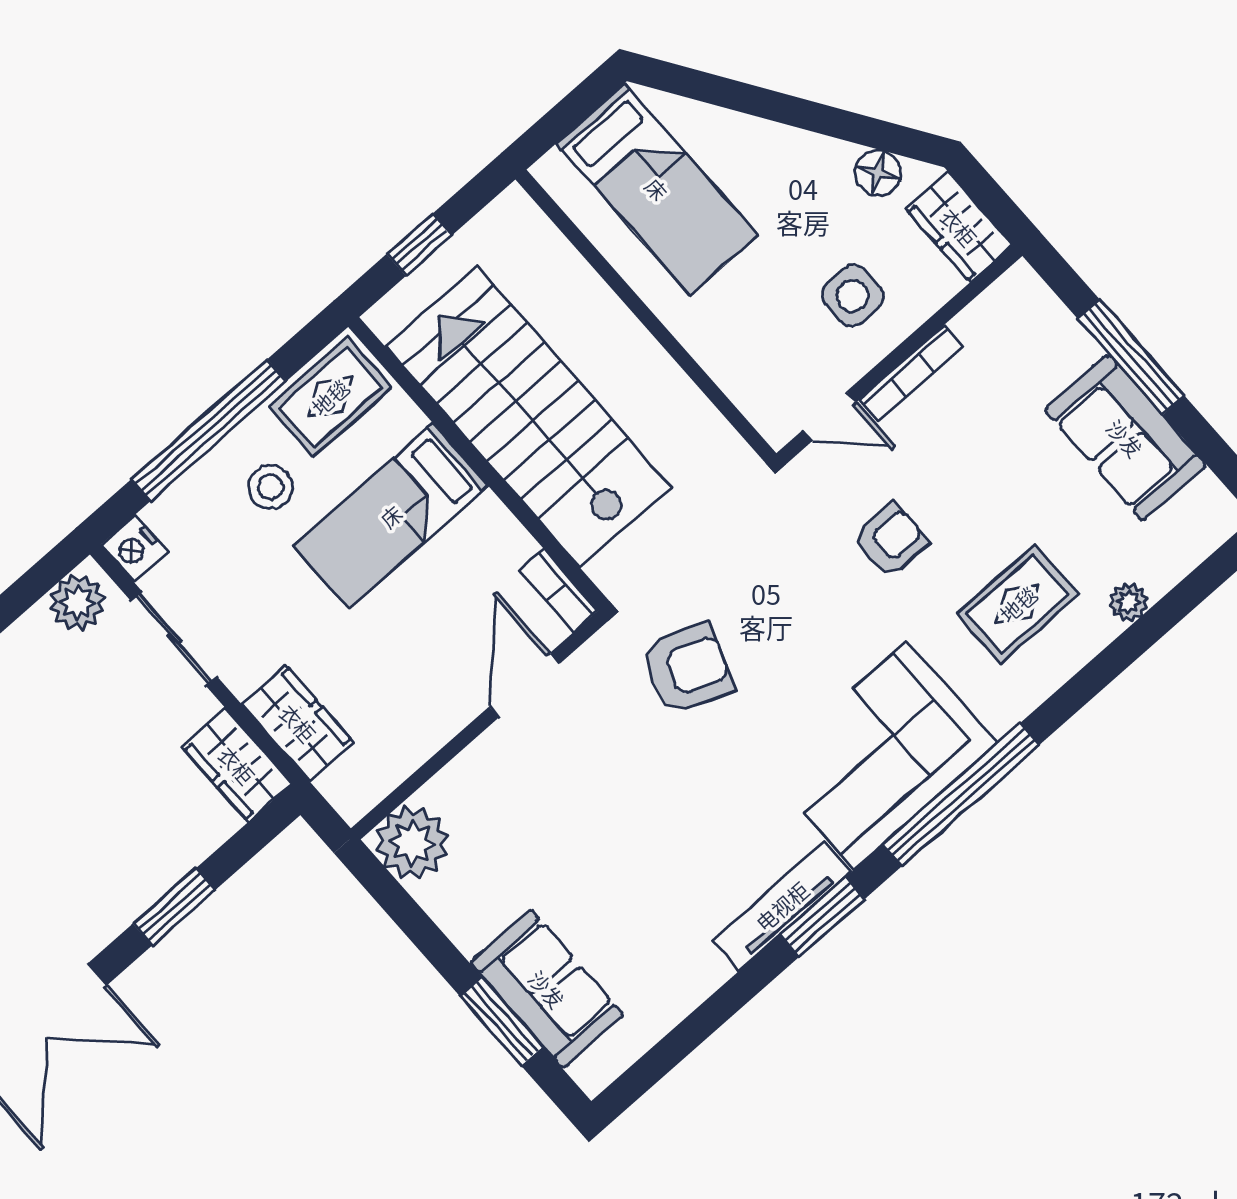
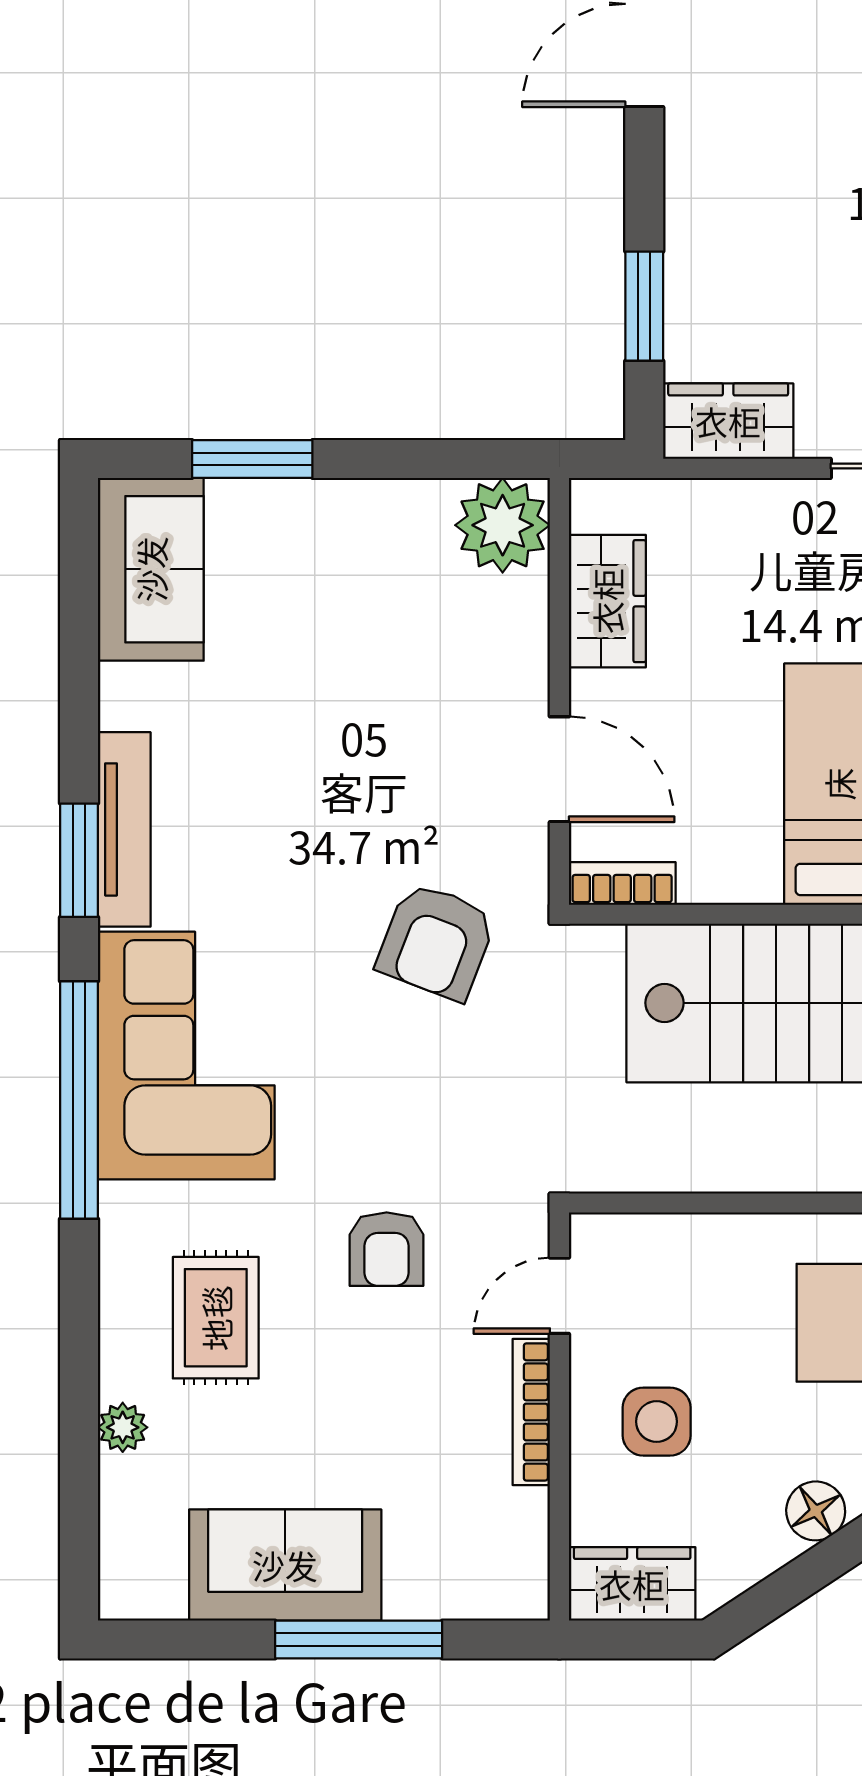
floor lamp: (878, 173) -> (816, 1511), moved
wardrobe: (298, 723) -> (607, 601), moved, turned -90
window: (174, 907) -> (644, 306), moved
sofa: (547, 989) -> (151, 569), moved, turned -90

